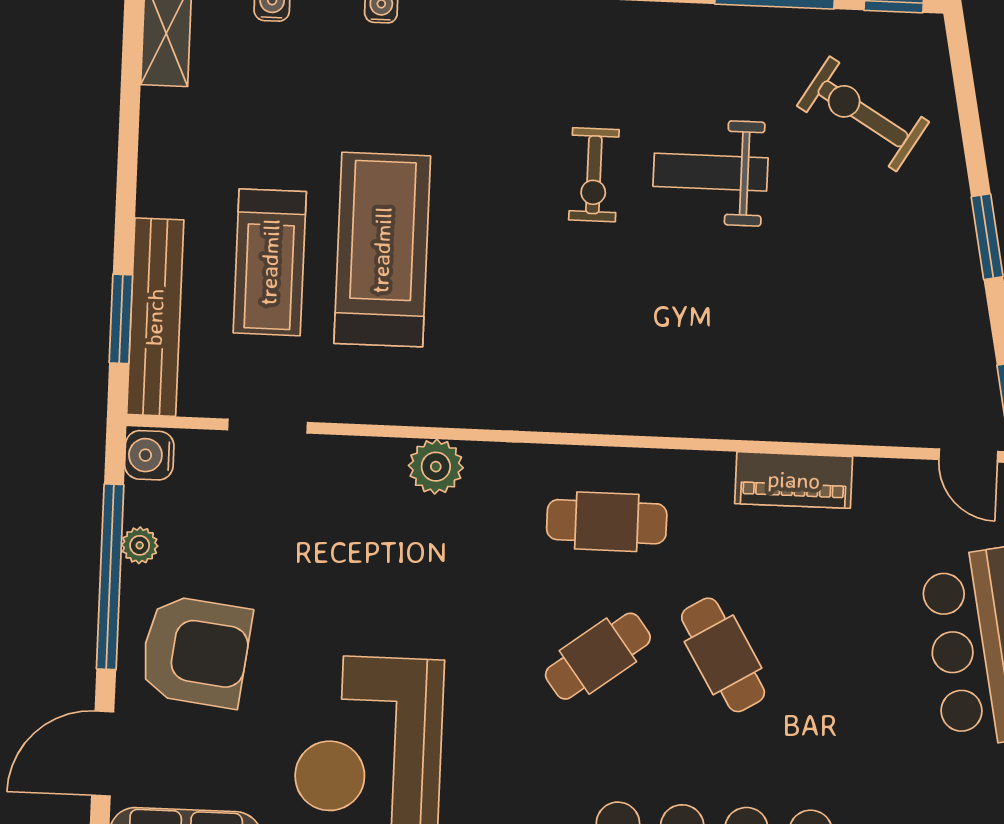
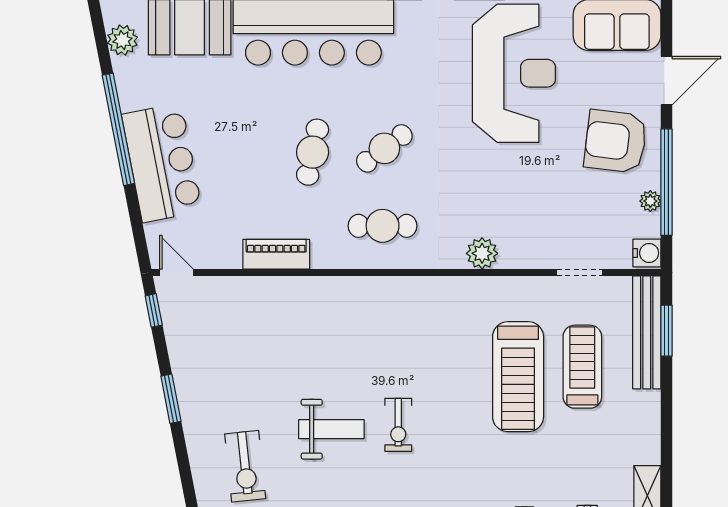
exercise bike: (863, 114) -> (245, 466), turned 53
exercise bike: (594, 175) -> (398, 425), turned 180
cafe table: (723, 655) -> (313, 152), turned 43

